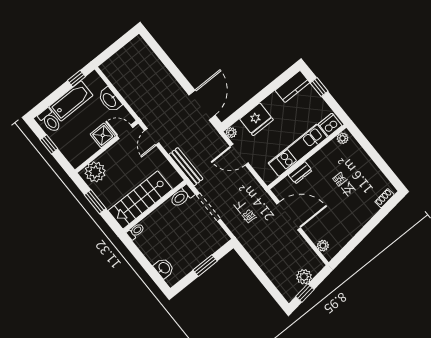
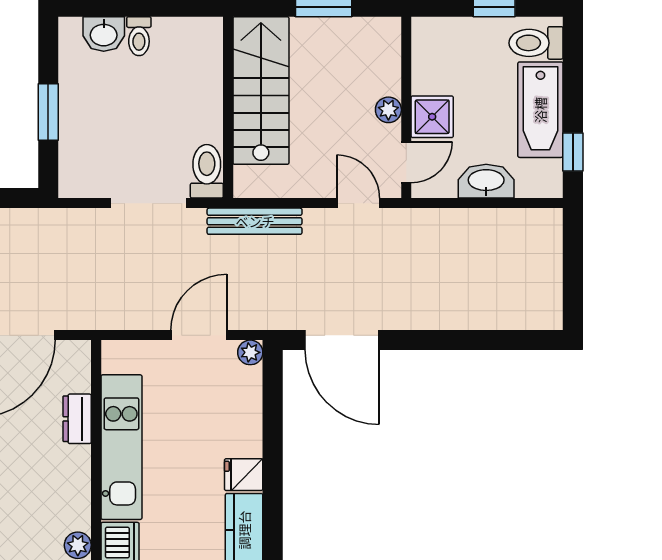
fridge: (256, 119) -> (244, 475), moved, width x0.53, depth x0.75
plant: (95, 172) -> (388, 110), moved, width x0.53, depth x0.53
toilet: (136, 231) -> (139, 36), moved

